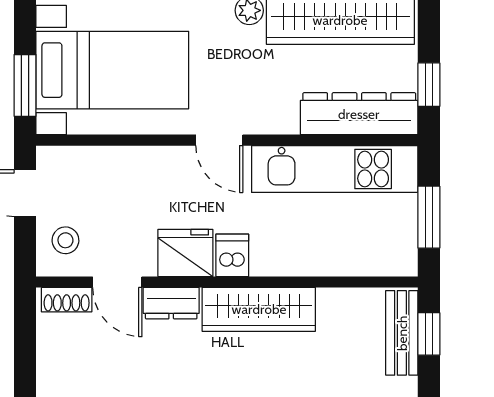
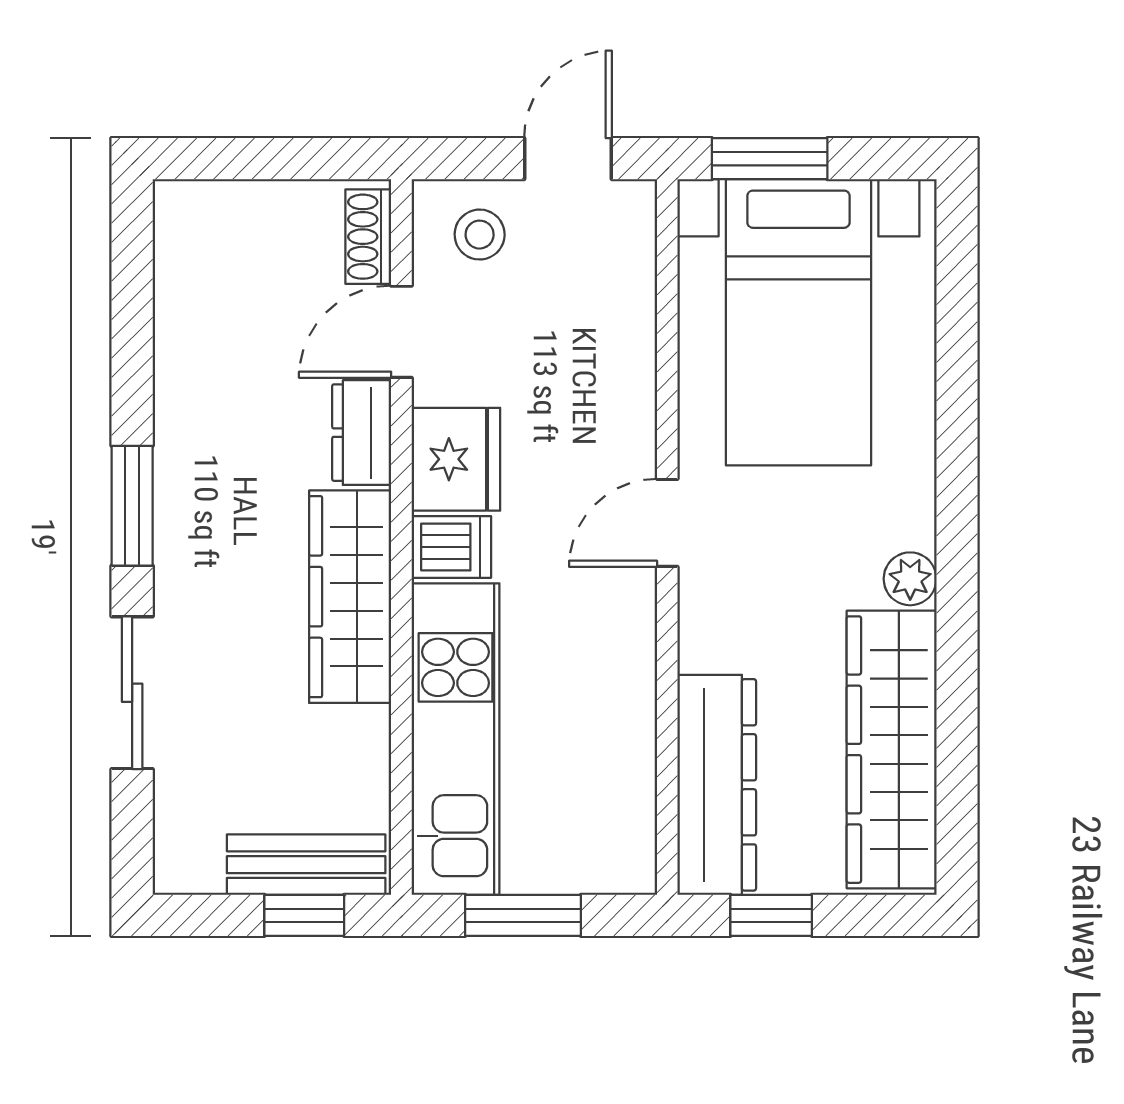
kitchen unit: (335, 169) -> (456, 739), moved, turned 180

